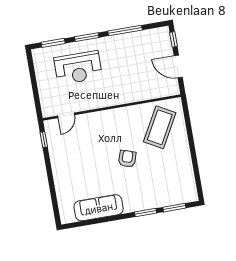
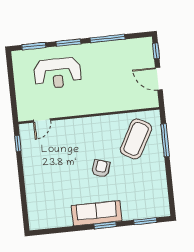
window: (189, 127) -> (165, 140), added
sofa: (99, 208) -> (97, 213), moved
window: (146, 213) -> (105, 225), moved

